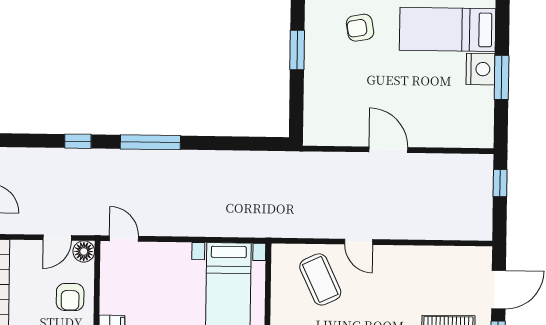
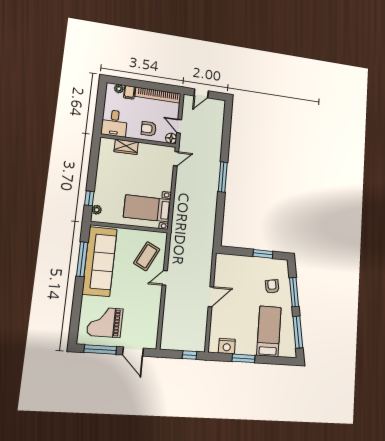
nightstand: (481, 69) -> (227, 346), moved
window: (78, 141) -> (226, 142), removed
coffee table: (320, 279) -> (147, 256), turned -38

